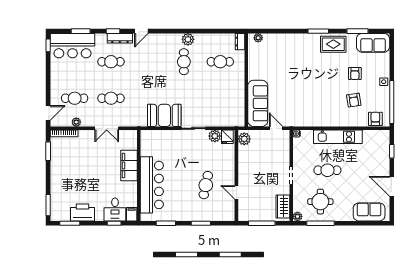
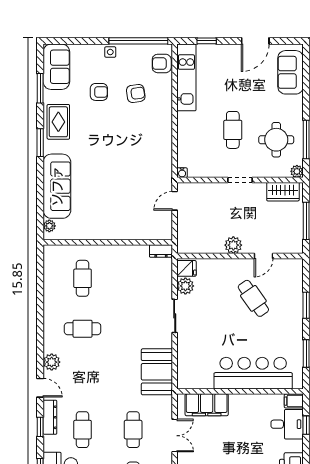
plant: (188, 39) -> (52, 362), moved
dresser: (240, 42) -> (161, 251), moved
sofa: (258, 103) -> (57, 186), moved, turned 90
booth: (164, 115) -> (157, 372), moved
kitchen unit: (338, 137) -> (186, 77), moved
plant: (244, 139) -> (233, 245), moved
filing cabinet: (129, 166) -> (207, 405), moved
cafe table: (206, 185) -> (253, 298), turned 43

